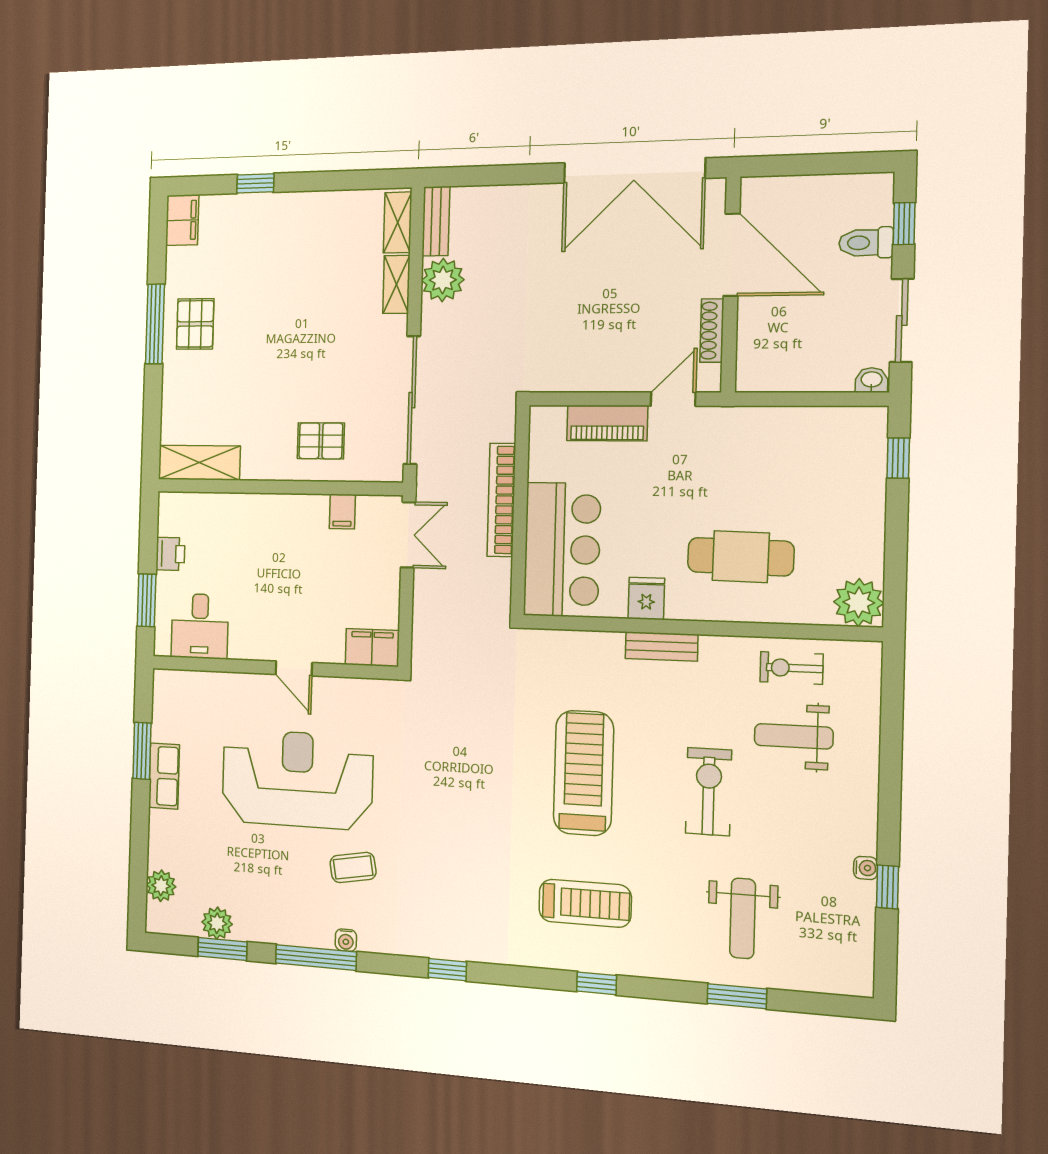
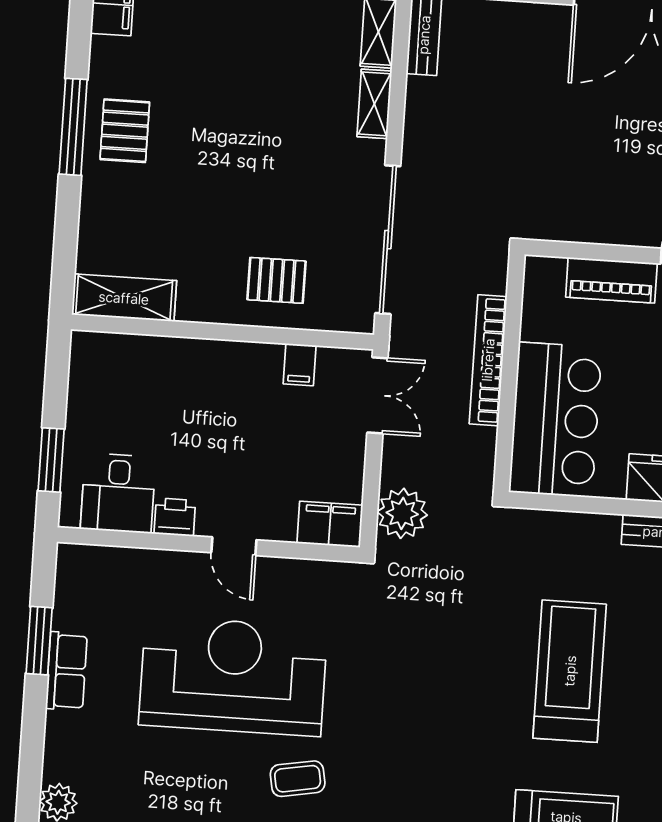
plant: (443, 280) -> (402, 513), moved
printer: (170, 554) -> (175, 517), moved, turned -90

